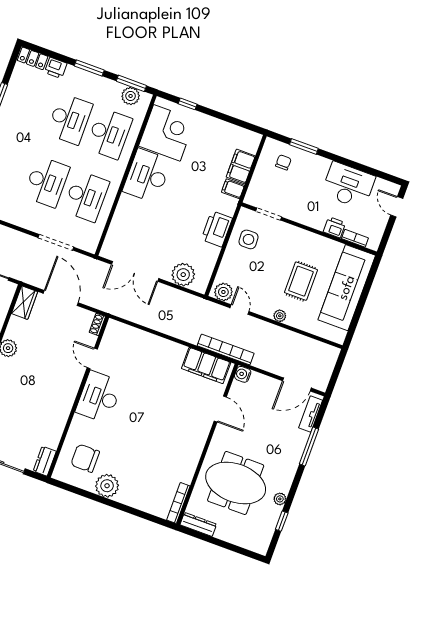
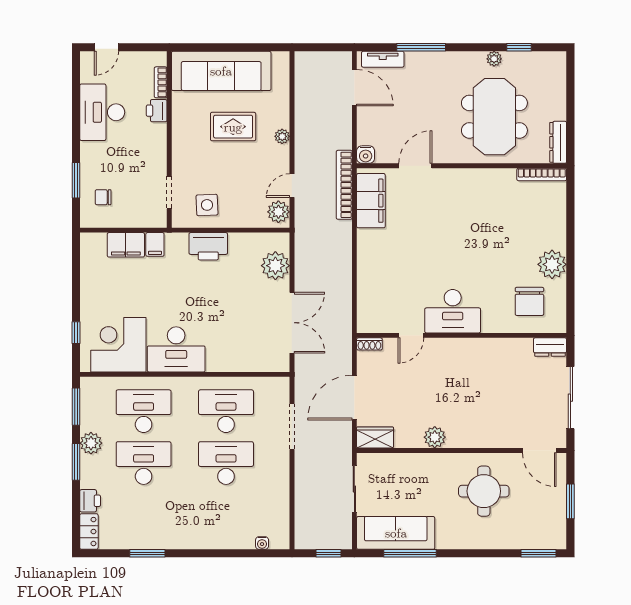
plant: (131, 96) -> (91, 443), moved

